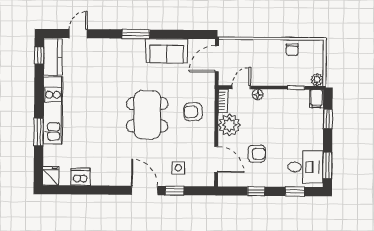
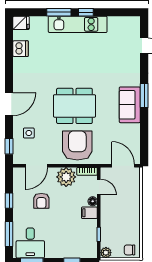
chair: (292, 50) -> (130, 250), moved
sofa: (167, 51) -> (130, 105), moved
window: (39, 55) -> (86, 12), moved
kitchen counter: (53, 57) -> (124, 24), removed
filing cabinet: (316, 99) -> (89, 213), moved
armchair: (193, 112) -> (77, 145), width x1.88, depth x1.88
window: (175, 191) -> (9, 146), moved
window: (295, 191) -> (9, 234), width x1.50

